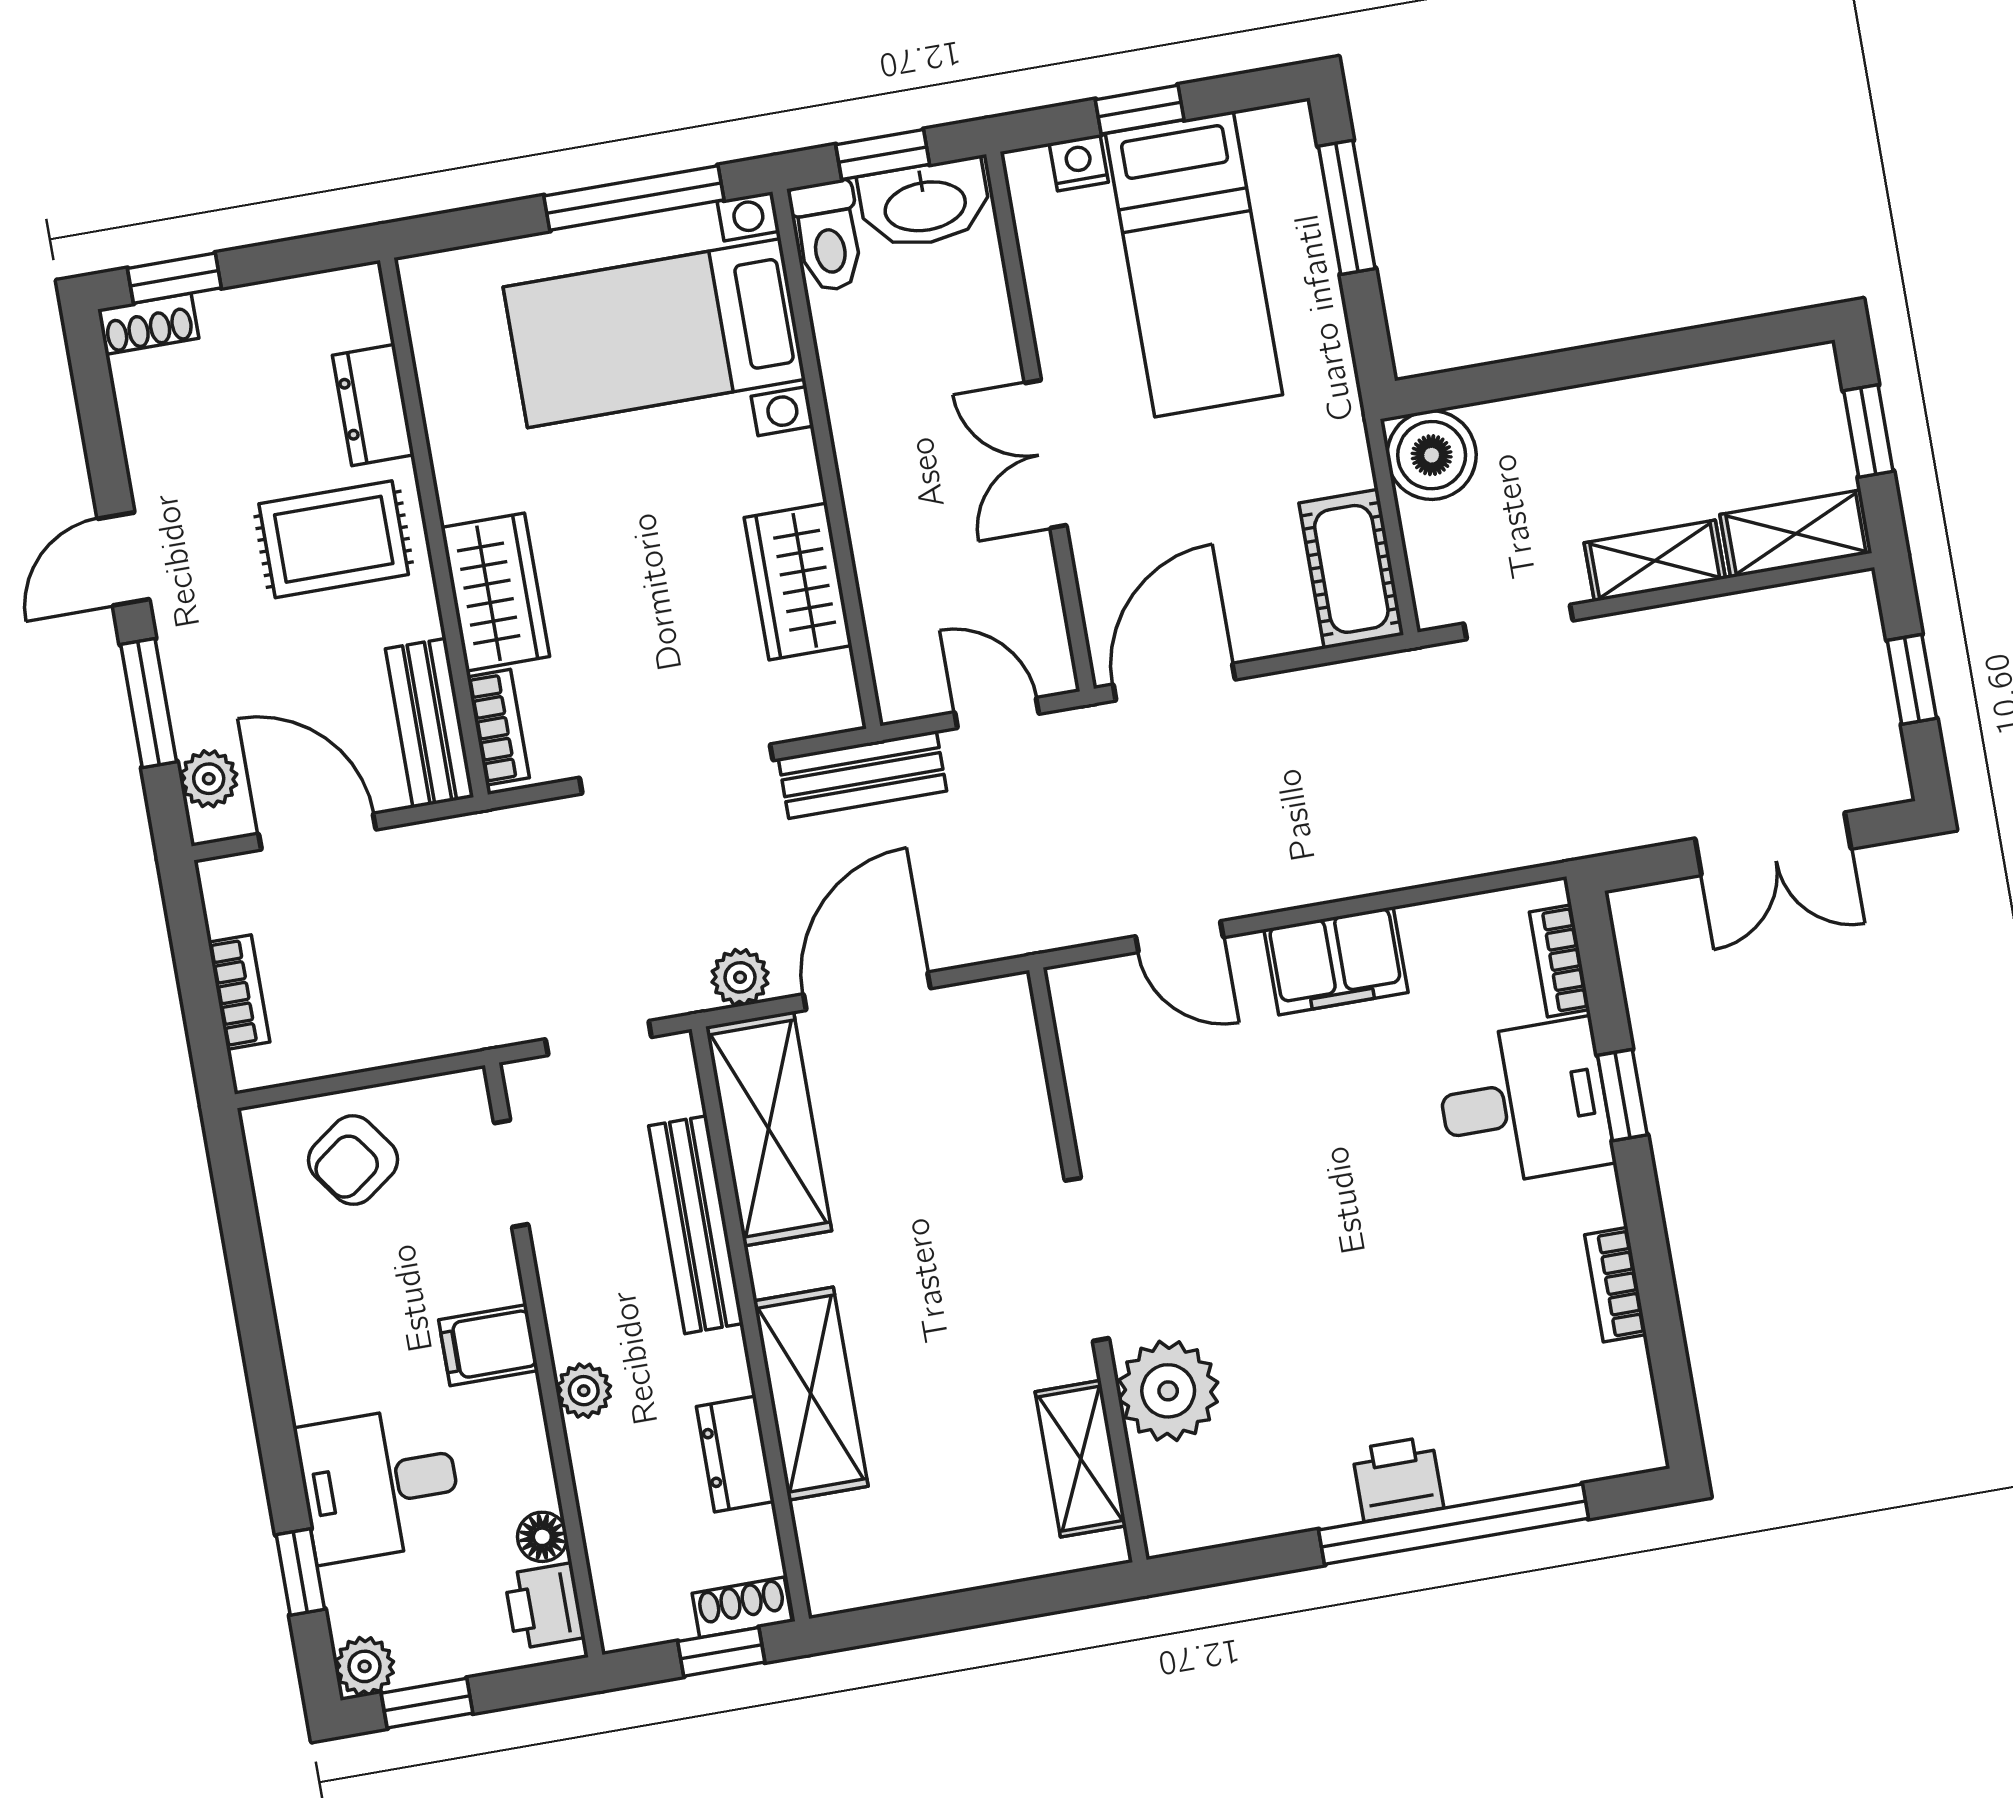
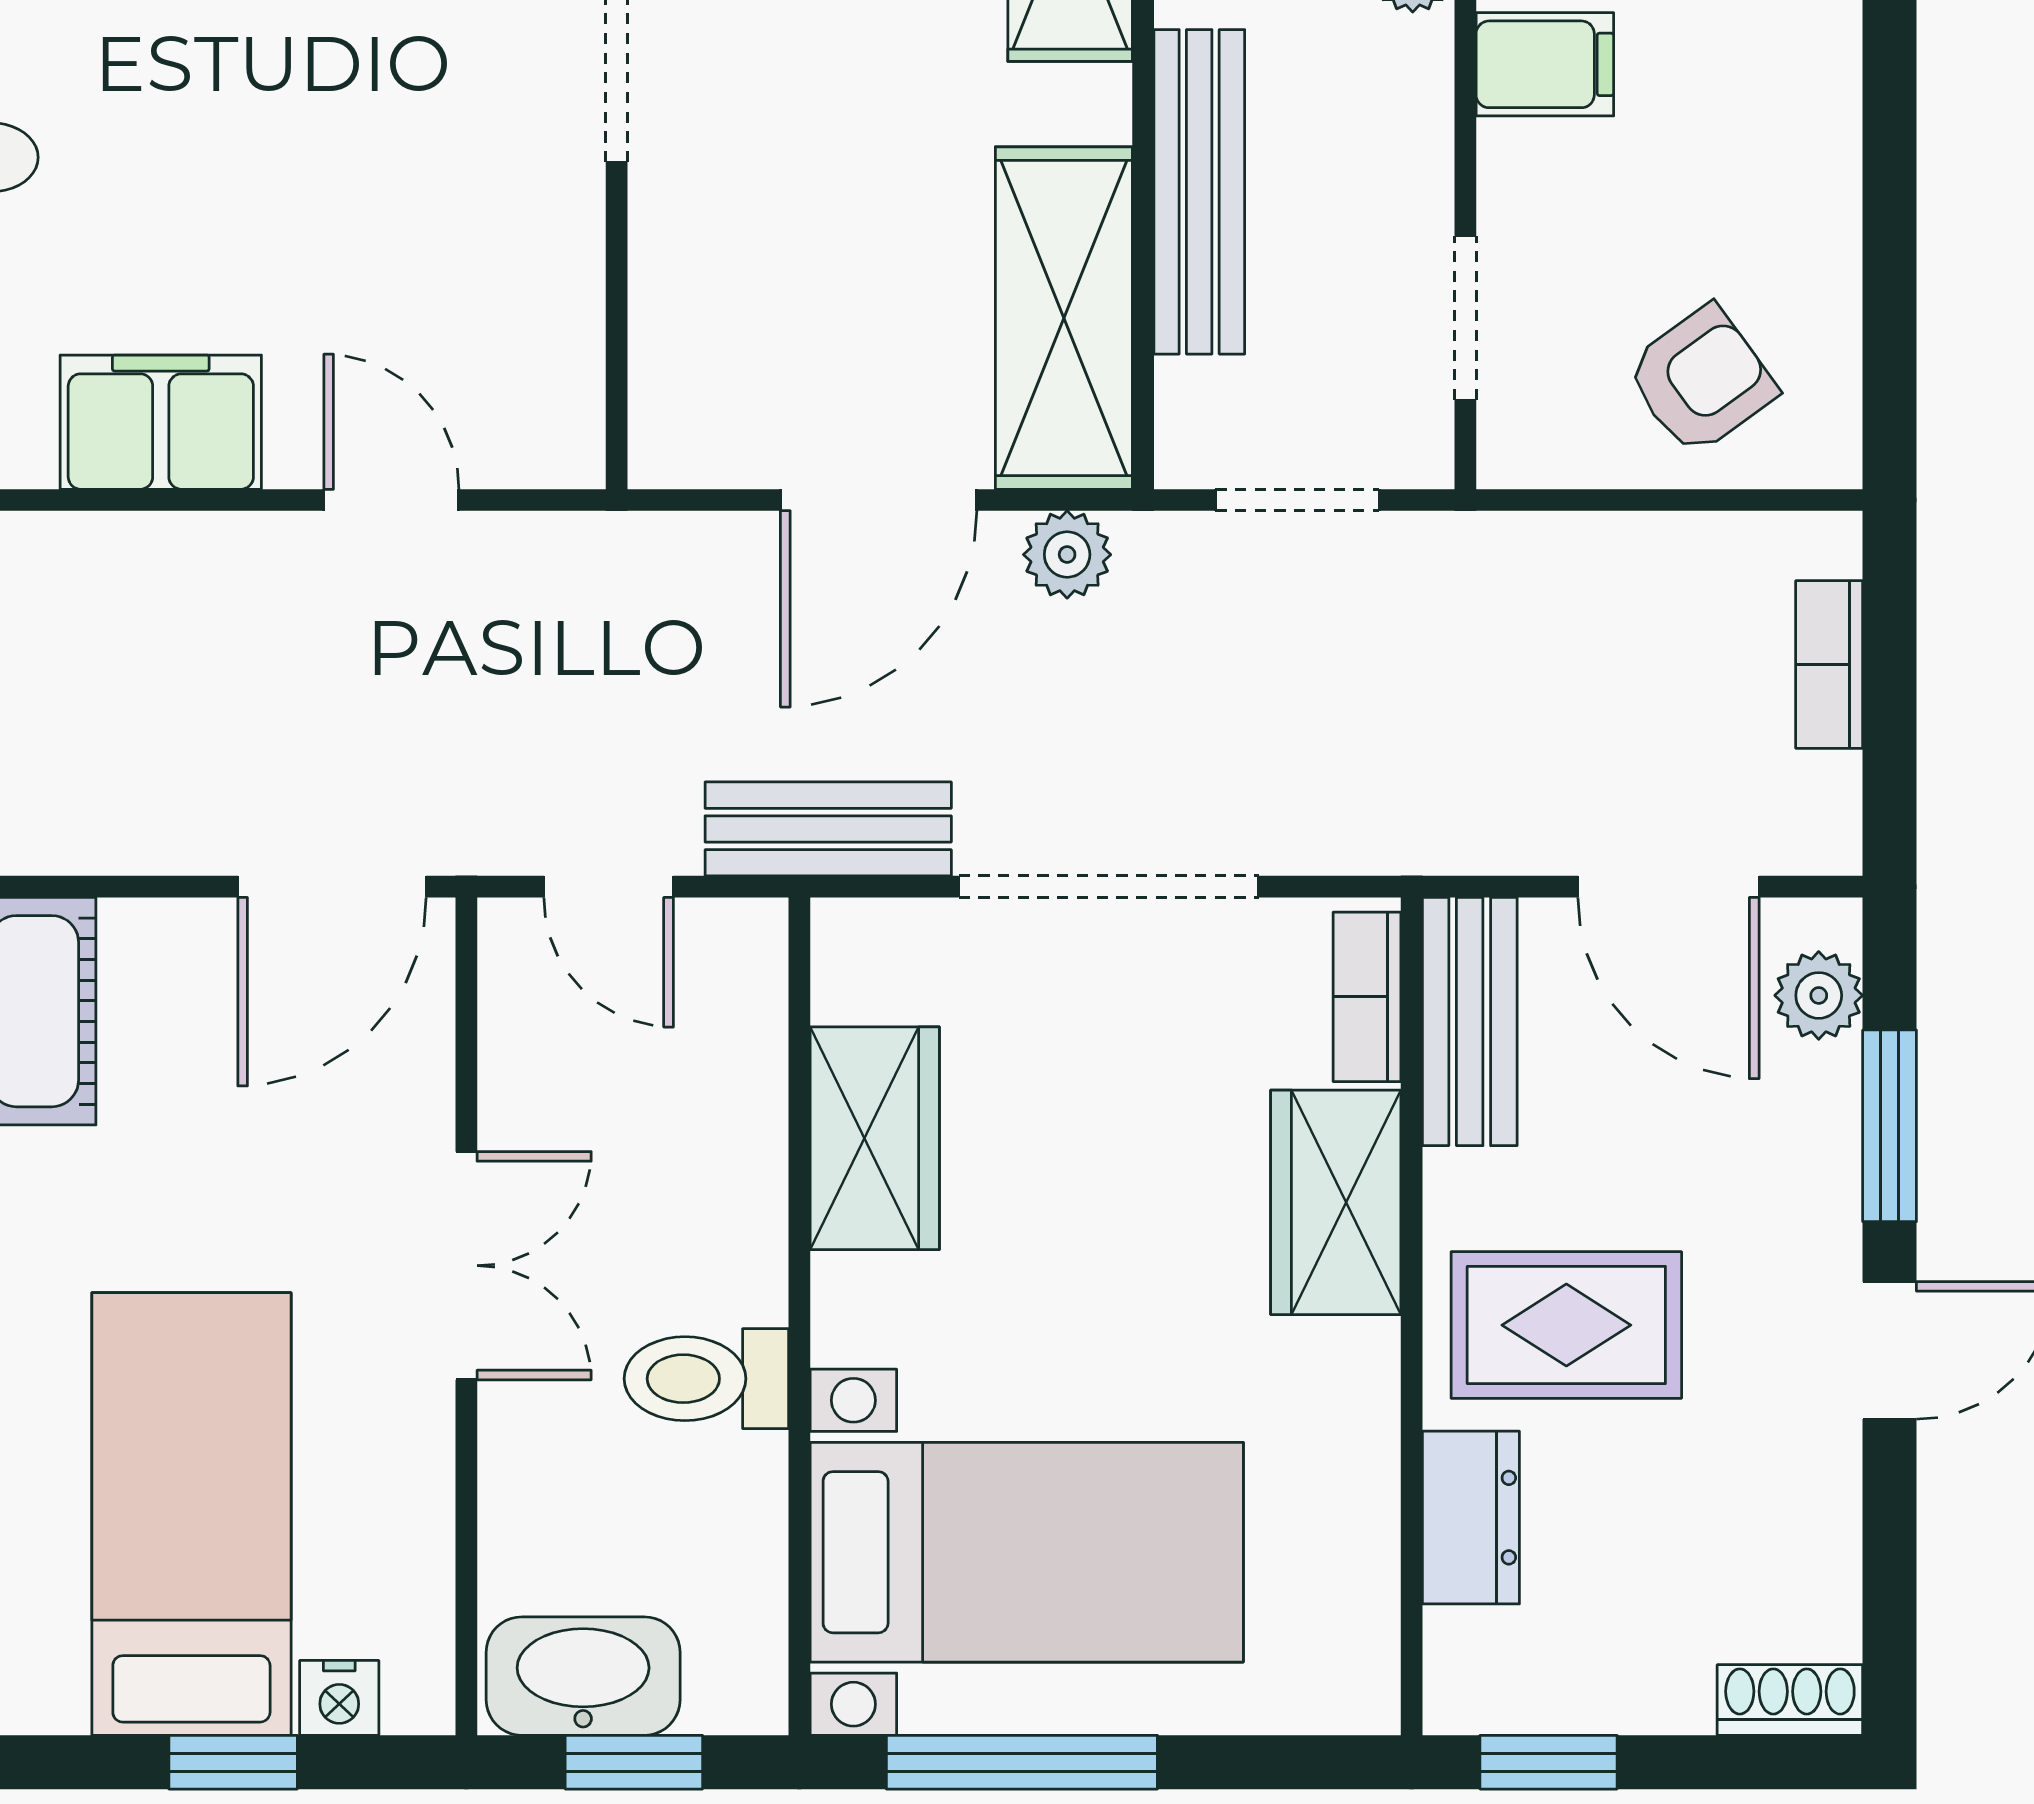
toilet: (828, 236) -> (706, 1379), moved, turned -90
window: (174, 278) -> (1549, 1762), moved

